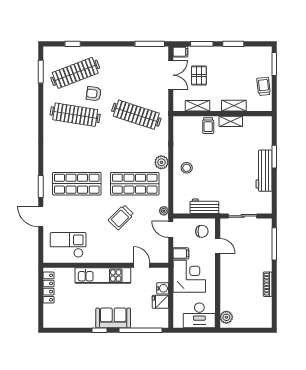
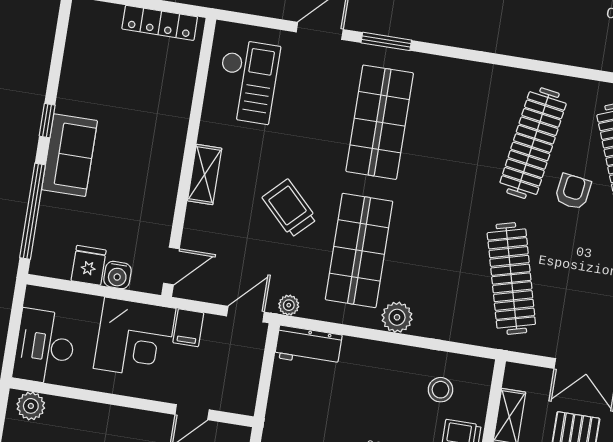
clothes rail: (136, 115) -> (511, 278), turned -33
stool: (187, 168) -> (441, 390), moved
workbench: (204, 206) -> (308, 346), moved, turned 90
chair: (202, 231) -> (230, 382), removed
shelving: (112, 257) -> (205, 174), added
door: (142, 265) -> (171, 266), moved
kitchen unit: (103, 275) -> (167, 147), removed

